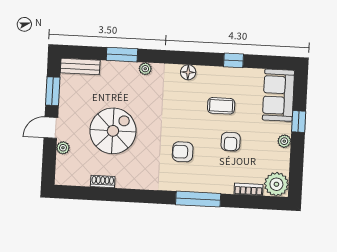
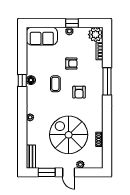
window: (122, 55) -> (22, 132), removed
window: (233, 60) -> (22, 80), moved
floor lamp: (188, 72) -> (31, 80), moved
coffee table: (221, 106) -> (55, 84), moved
window: (299, 121) -> (72, 23), moved
spiral stairs: (113, 131) -> (69, 135), width x1.37, depth x1.37

